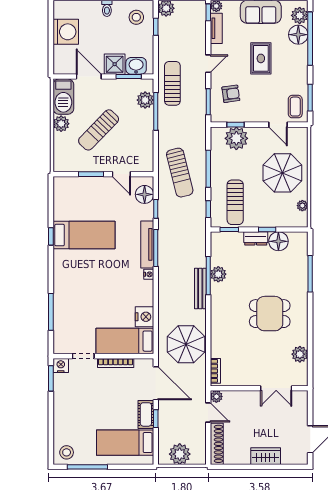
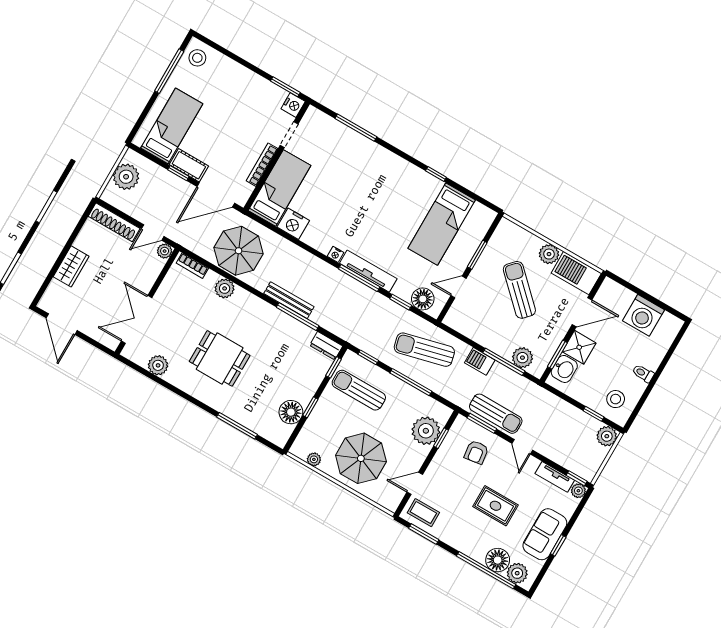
sun lounger: (172, 83) -> (496, 414), moved
barbecue: (165, 129) -> (480, 361), added
bed: (84, 235) -> (442, 224), moved
dresser: (256, 238) -> (326, 346), moved, turned -90
plant: (218, 274) -> (225, 288), moved
dining table: (270, 314) -> (220, 358), turned 90
double door: (276, 388) -> (137, 319), width x1.37

